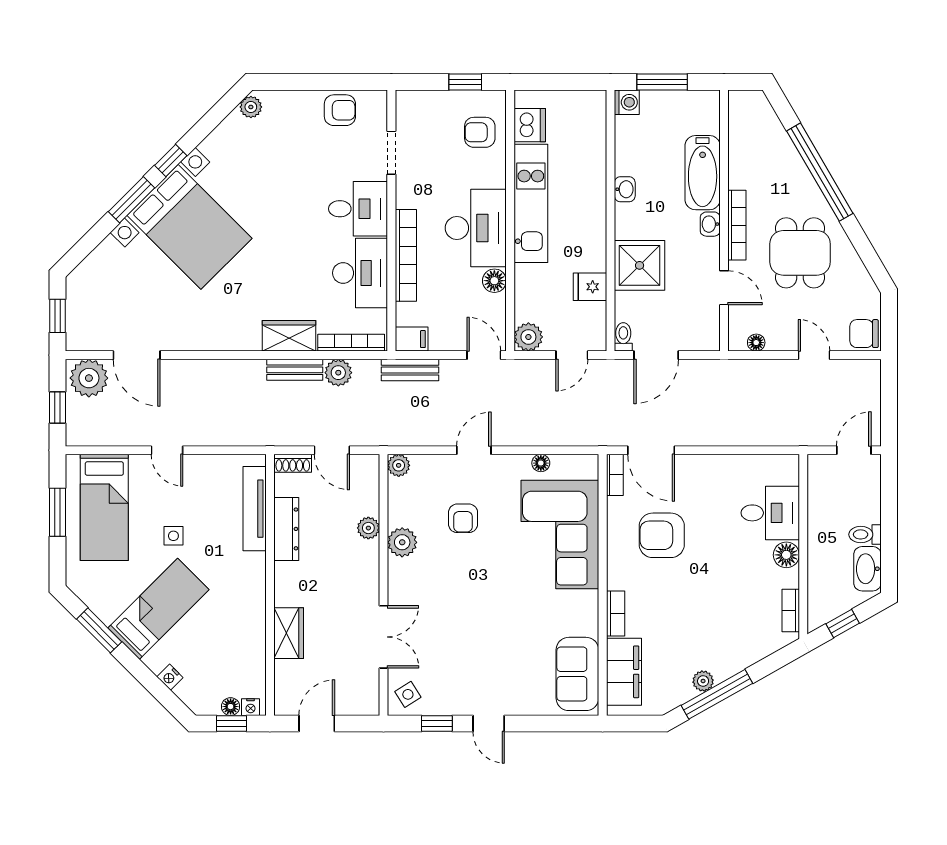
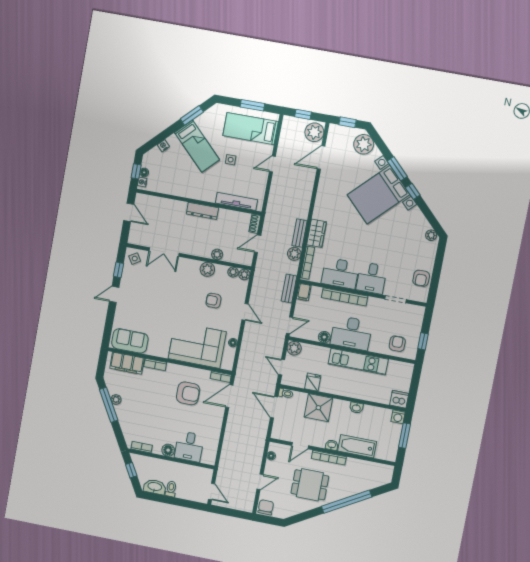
dishwasher: (530, 125) -> (399, 399), moved, turned 180
plant: (95, 275) -> (364, 144), added
plant: (398, 489) -> (233, 272), added
dresser: (286, 529) -> (202, 211), moved
armchair: (662, 535) -> (188, 393), turned 90
wardrobe: (289, 633) -> (174, 207), removed

